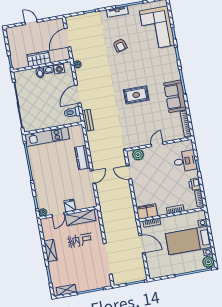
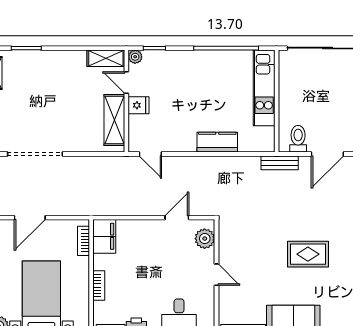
door: (78, 94) -> (327, 154), swing flipped
rug: (136, 95) -> (308, 254), turned 90
door: (93, 177) -> (150, 154), moved
door: (142, 244) -> (30, 218), moved
shelving: (51, 250) -> (106, 58), moved

